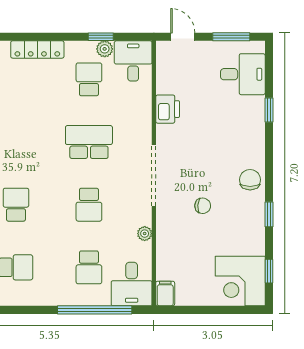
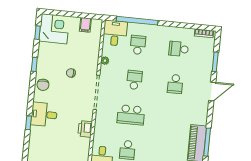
desk: (243, 74) -> (44, 114), moved
filing cabinet: (165, 294) -> (85, 25), moved

